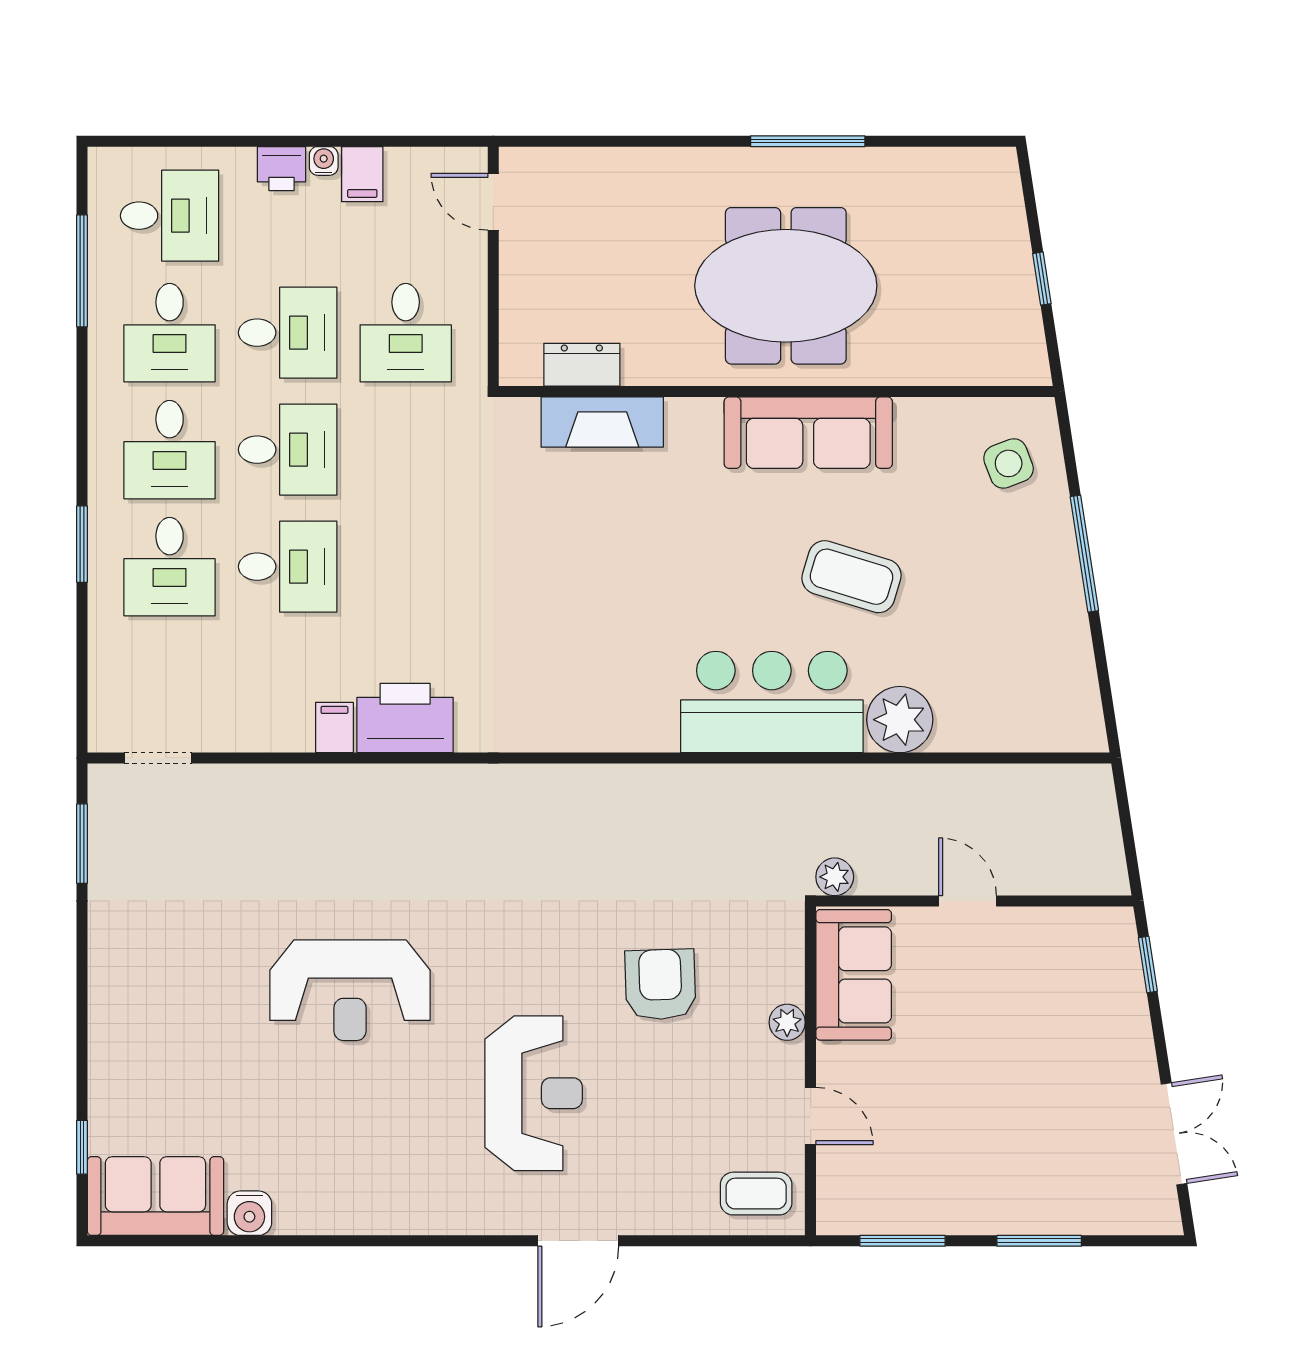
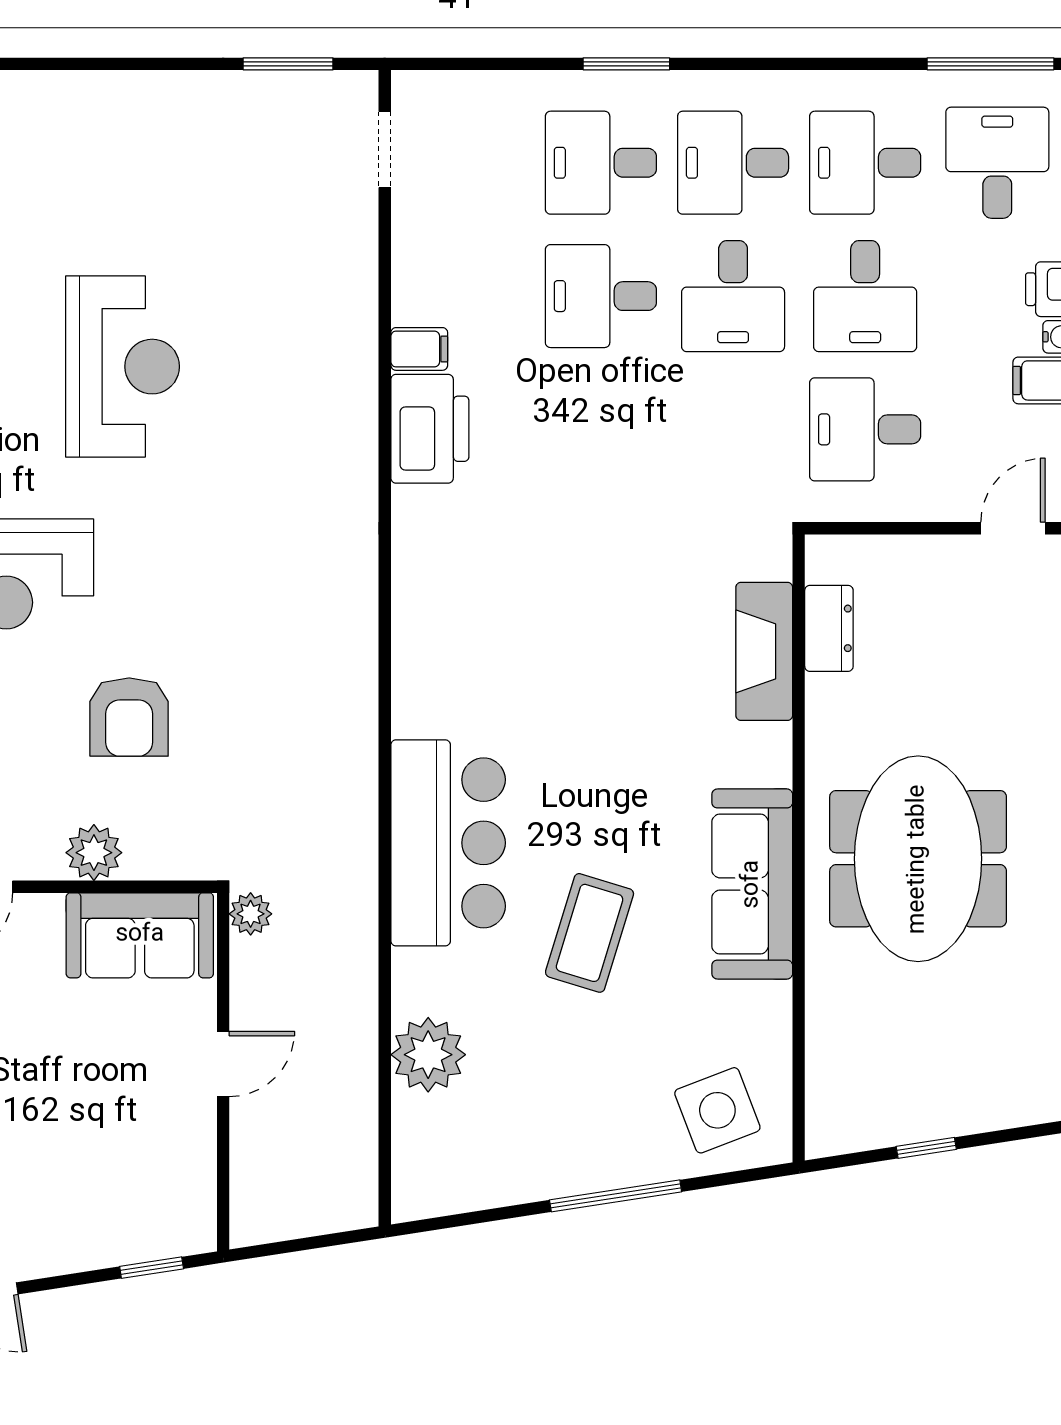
desk: (170, 216) -> (997, 163), turned 180
window: (82, 271) -> (990, 64), moved
side table: (1009, 463) -> (717, 1110), width x1.37, depth x1.37
desk: (288, 567) -> (601, 296), turned 90
plant: (900, 720) -> (428, 1055), moved
armchair: (660, 984) -> (129, 717), turned 92
reception desk: (350, 990) -> (123, 367), turned 180
plant: (787, 1022) -> (94, 853), width x1.38, depth x1.38

